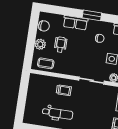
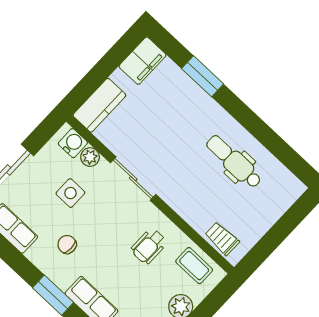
wheelchair: (61, 45) -> (149, 246), moved
trolley: (64, 90) -> (222, 239), moved

